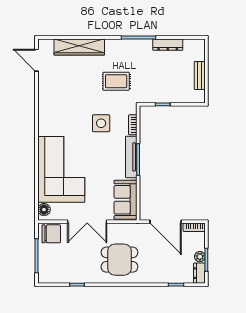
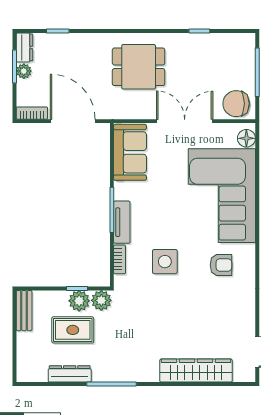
bench: (200, 75) -> (24, 311), moved
rug: (116, 81) -> (73, 330), moved
plant: (146, 96) -> (101, 300), added
plant: (161, 96) -> (79, 301), added
armchair: (62, 121) -> (221, 265), added
tv unit: (131, 157) -> (122, 222), width x0.71

